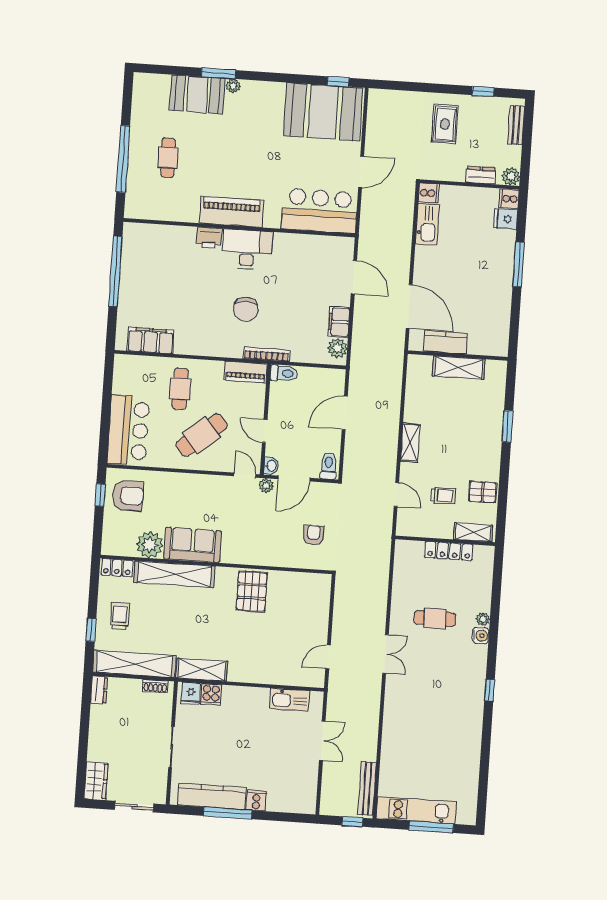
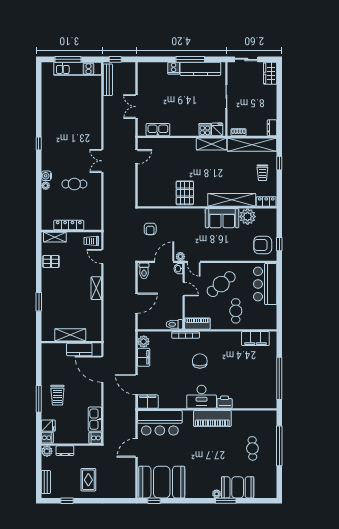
filing cabinet: (337, 248) -> (148, 402), added
trolley: (487, 268) -> (57, 395), added
trolley: (443, 496) -> (91, 241), moved

